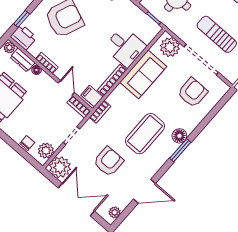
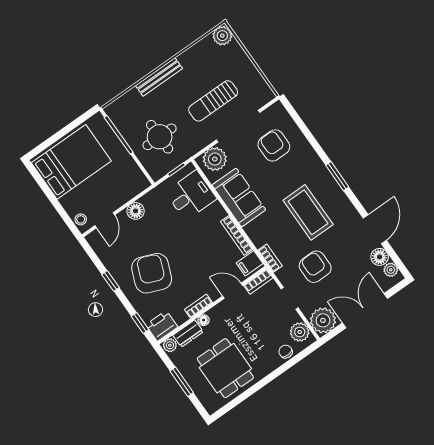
desk: (125, 47) -> (191, 195), moved
floor lamp: (179, 136) -> (380, 257), moved
armchair: (108, 162) -> (315, 267), moved

